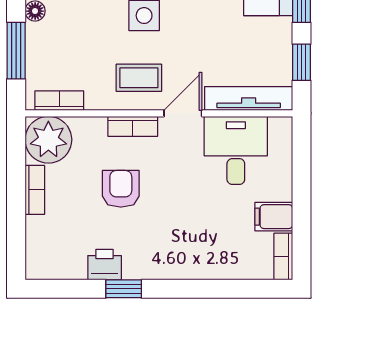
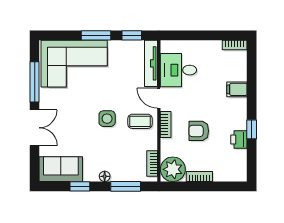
coffee table: (139, 78) -> (140, 121), turned 90
filing cabinet: (274, 217) -> (237, 89), moved, turned 90

